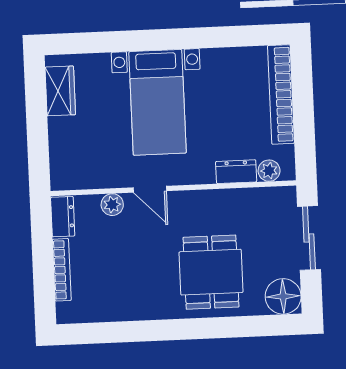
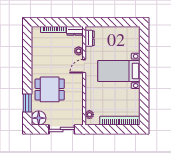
wardrobe: (60, 91) -> (125, 32), removed
dresser: (236, 172) -> (90, 38), moved
window: (247, 326) -> (27, 103), added

